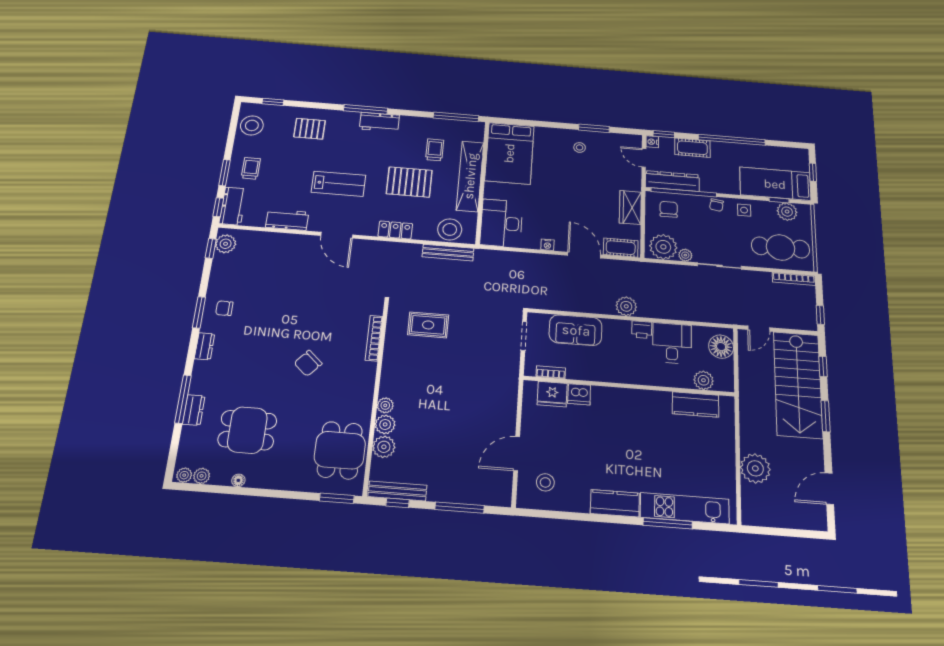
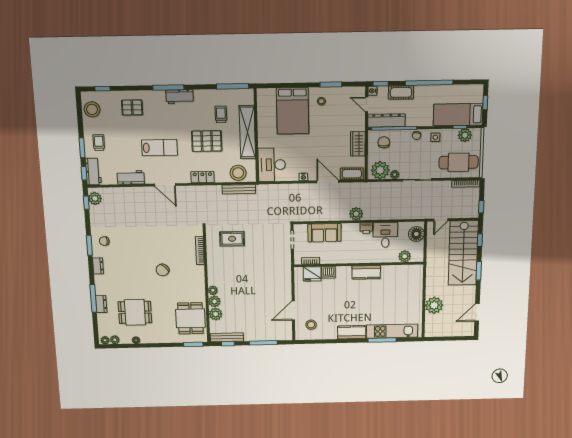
bed: (509, 153) -> (293, 111), moved
kitchen counter: (695, 404) -> (366, 272), moved

